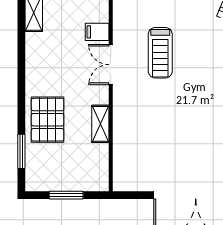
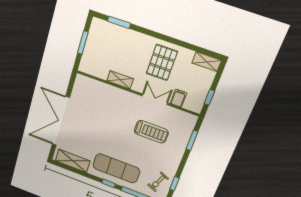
treadmill: (160, 53) -> (151, 132), turned 180
pallet: (48, 120) -> (162, 62), moved, turned 90

